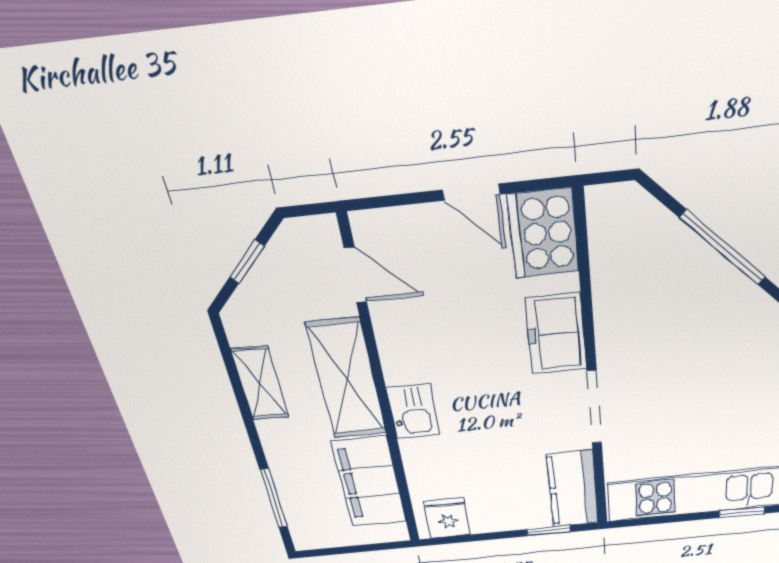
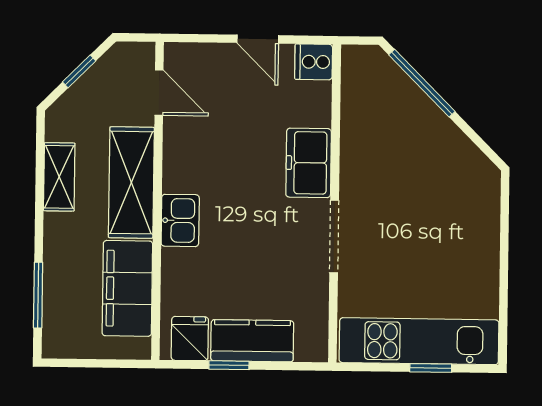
cooker: (544, 234) -> (314, 62), width x0.53, depth x0.76
window: (723, 248) -> (422, 83), moved
kitchen counter: (573, 489) -> (252, 341), moved, turned 90
window: (742, 512) -> (431, 368), moved
window: (549, 531) -> (229, 365), moved

